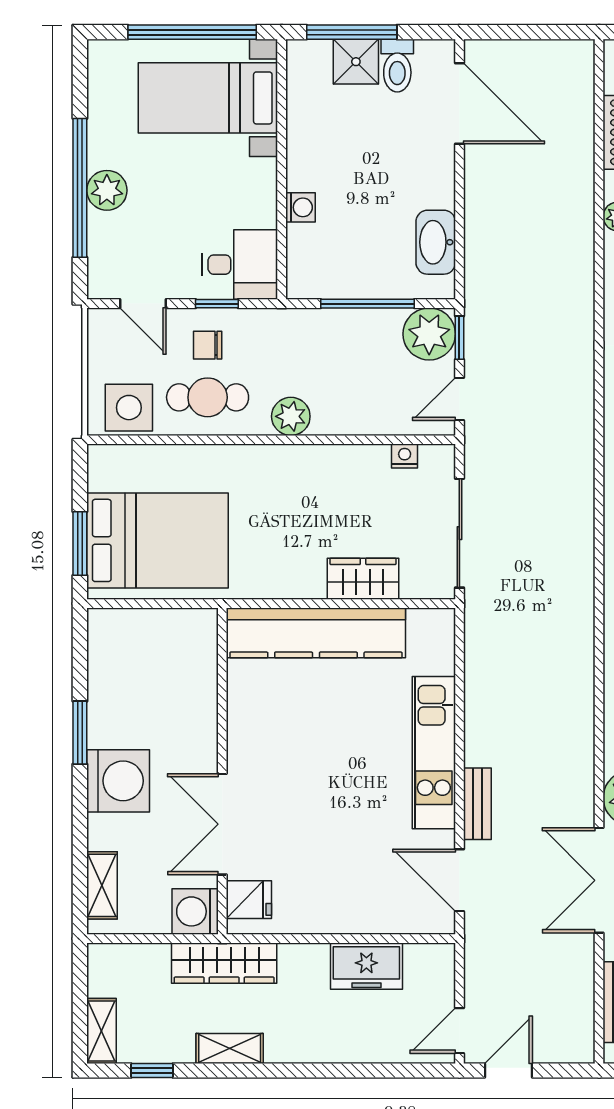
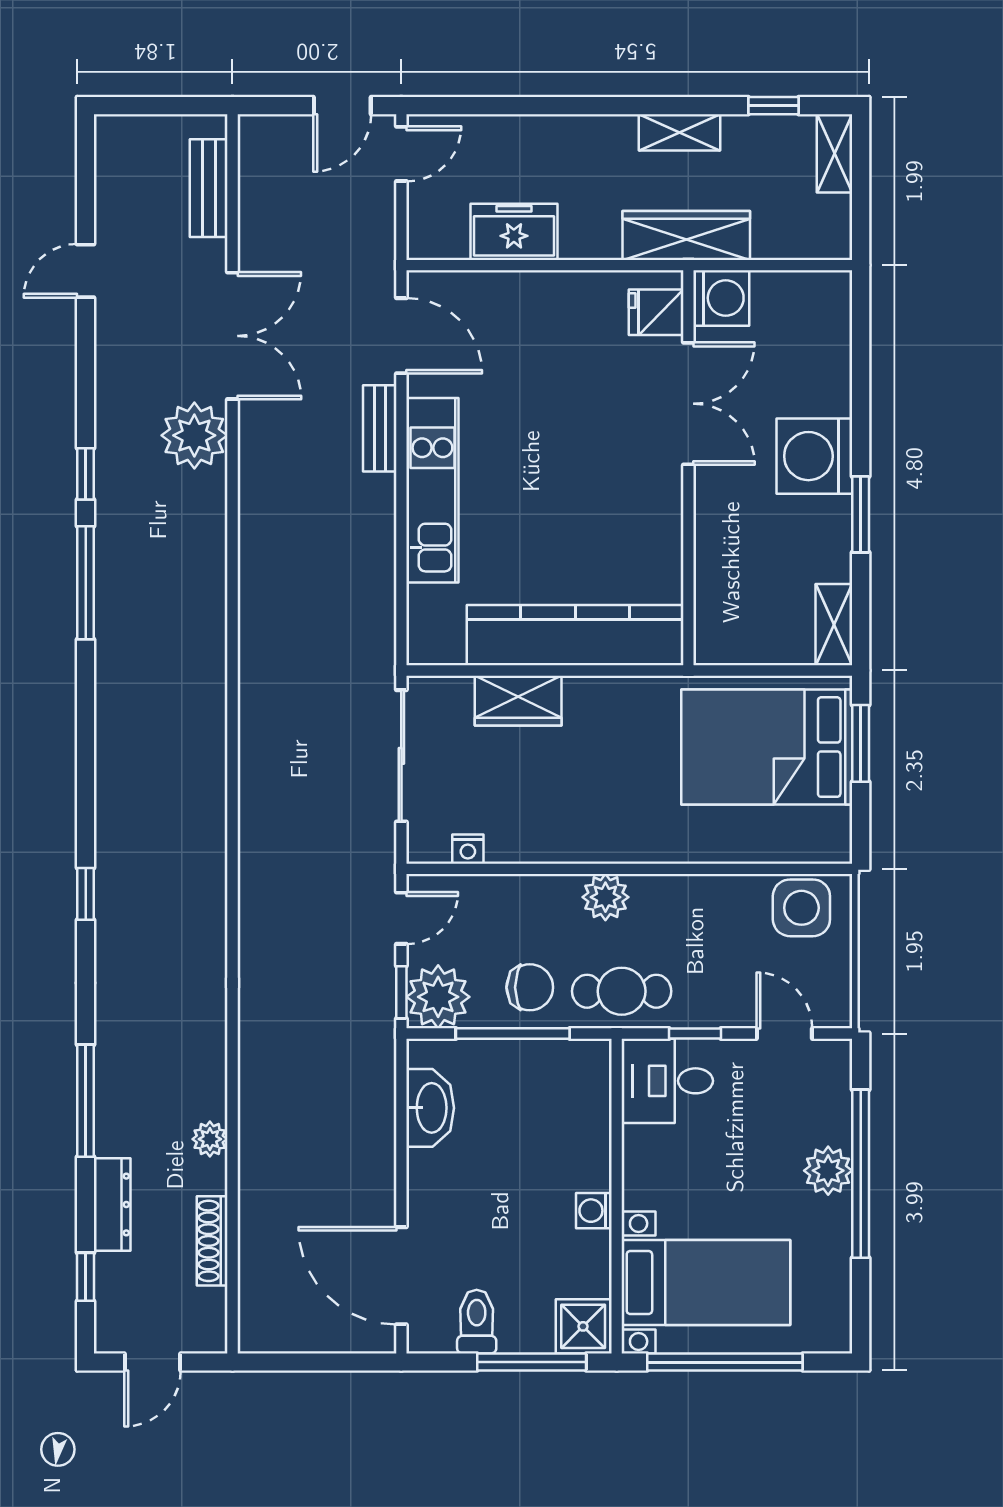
shower: (356, 62) -> (583, 1326), moved
washing machine: (300, 207) -> (594, 1211), moved
chair: (208, 345) -> (530, 987), moved, width x1.37, depth x1.37
cafe table: (208, 397) -> (622, 991), moved
shelving: (102, 885) -> (834, 625), moved

